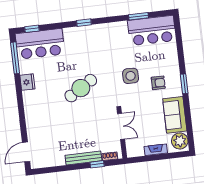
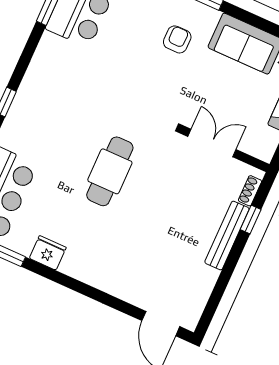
side table: (131, 76) -> (139, 78), removed
cafe table: (81, 88) -> (110, 171), turned 32

